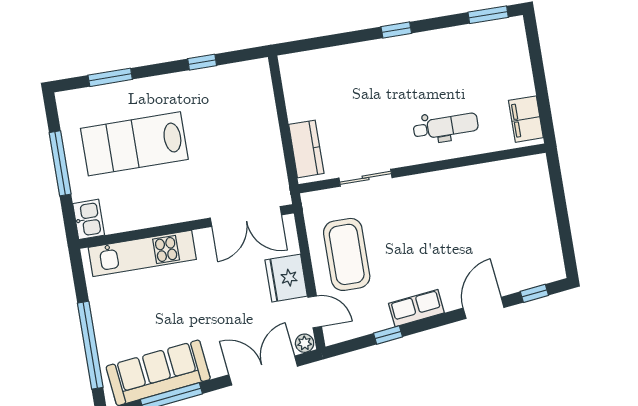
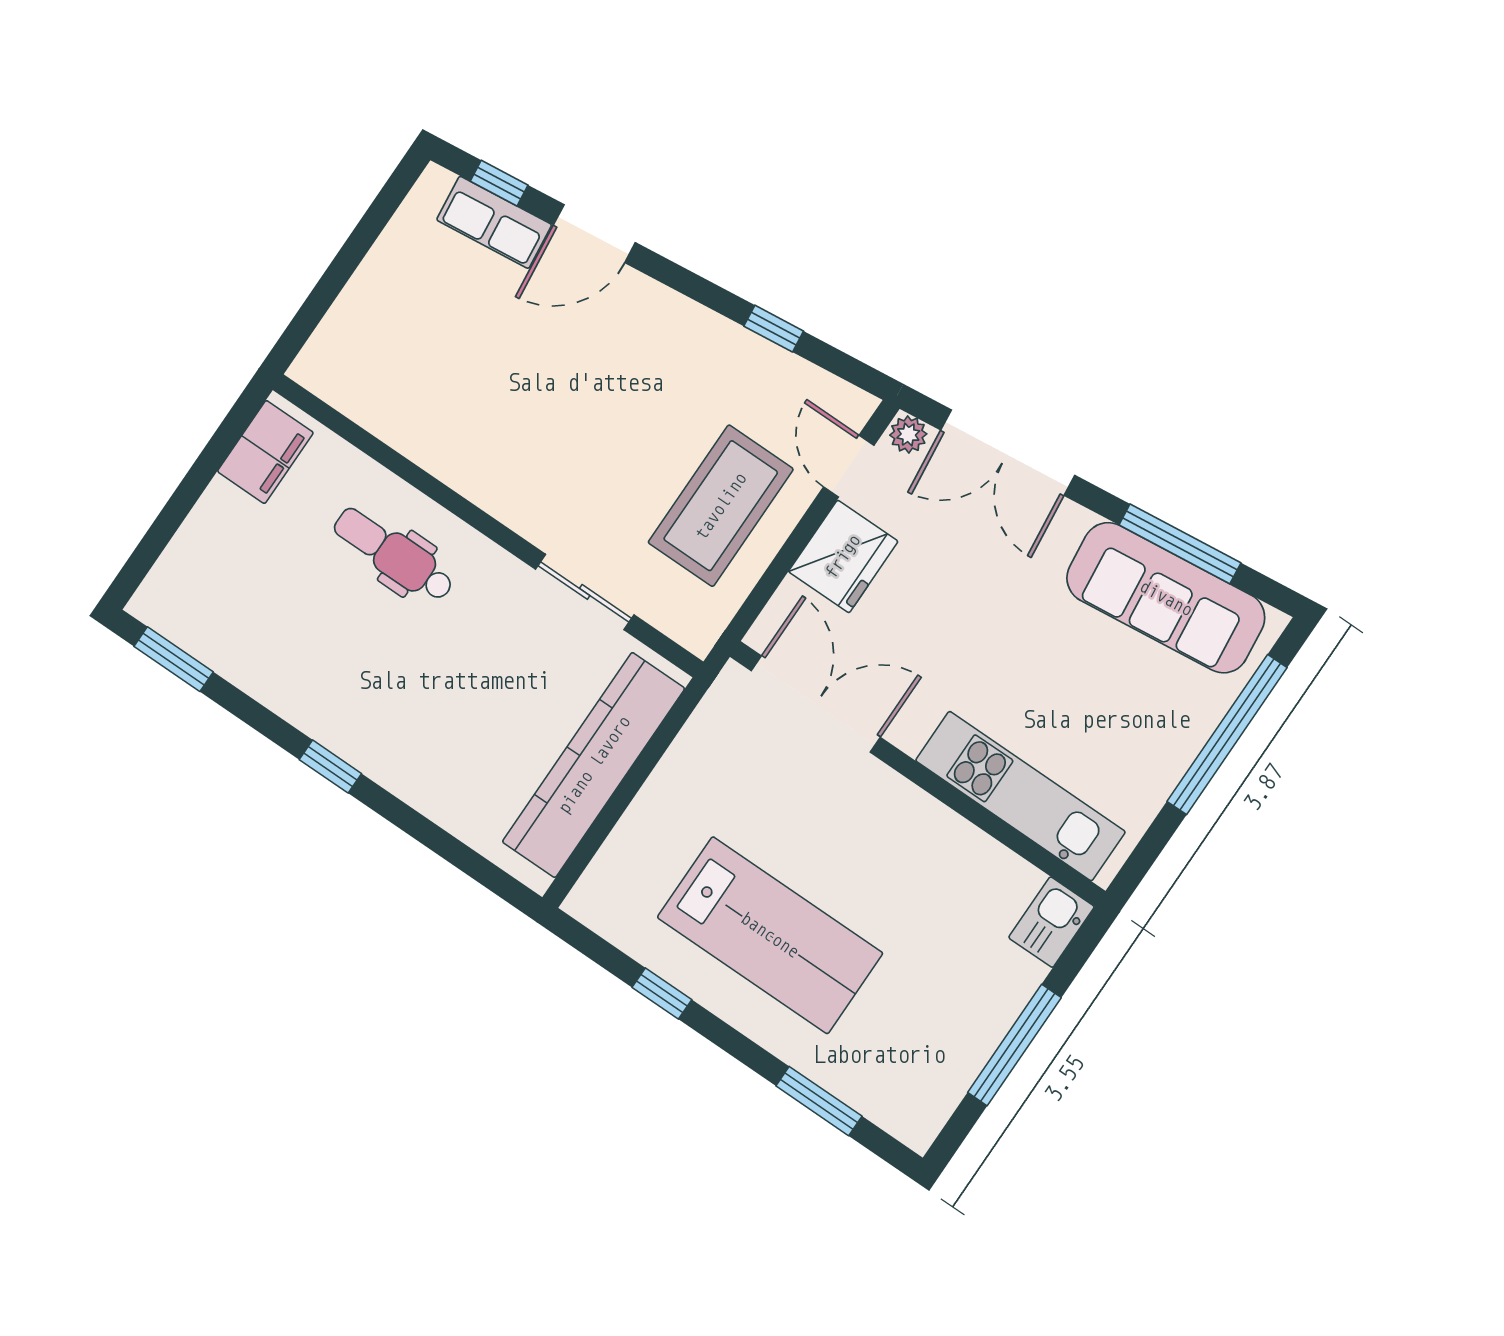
lab bench: (134, 144) -> (770, 935), moved
kitchen counter: (306, 149) -> (594, 765), width x2.08, depth x1.17
row of seats: (416, 308) -> (494, 222), moved

